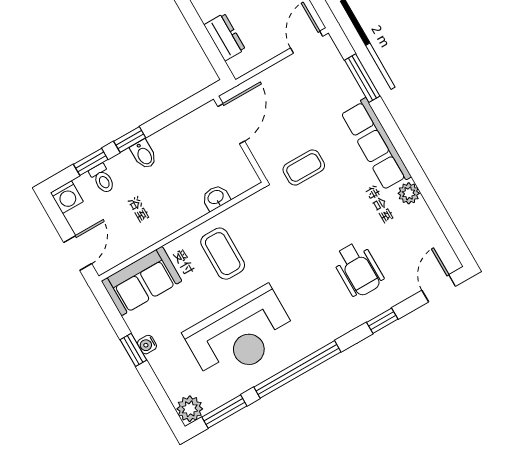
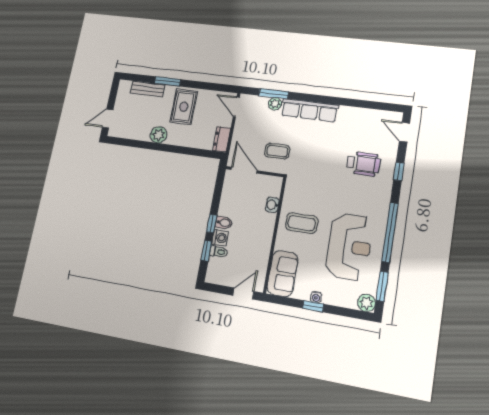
dresser: (225, 37) -> (222, 139), moved, turned -90
coffee table: (304, 167) -> (277, 151), moved, turned 90
plant: (409, 193) -> (275, 104), moved
washing machine: (67, 197) -> (220, 238), moved
door: (78, 253) -> (243, 293), hinge flipped

